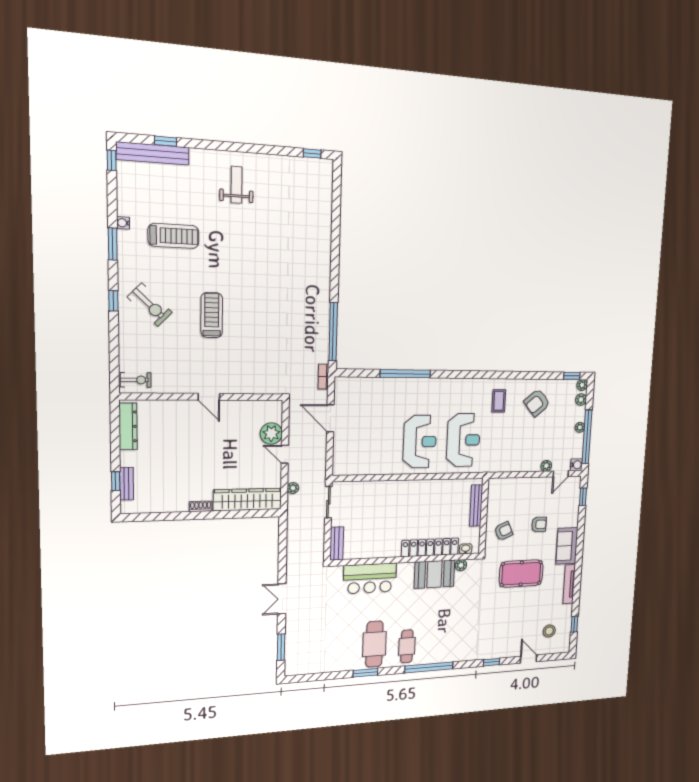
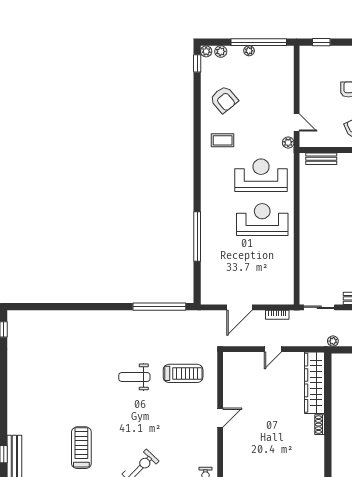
weight bench: (236, 185) -> (134, 377), moved
treadmill: (212, 315) -> (183, 373), moved, turned 180
bookcase: (323, 377) -> (277, 315), moved
plant: (271, 433) -> (253, 362), removed
water cooler: (576, 465) -> (288, 52), removed
plant: (546, 466) -> (288, 143), moved
door: (561, 474) -> (297, 122), moved
plant: (293, 488) -> (333, 341), moved
bench: (476, 506) -> (321, 159), width x0.73

